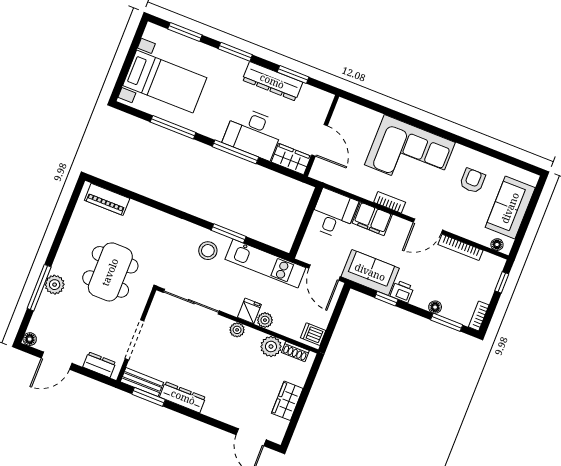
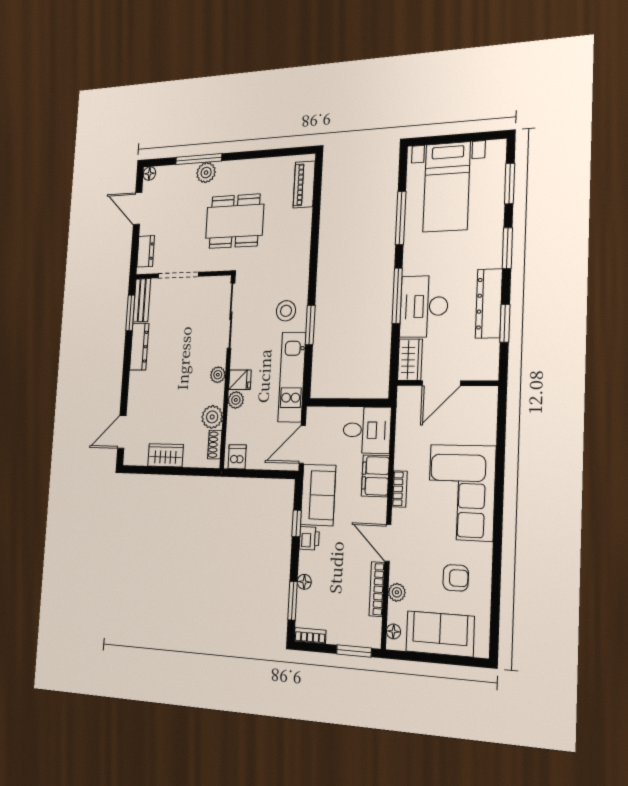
plant: (468, 232) -> (397, 592), added
window: (502, 282) -> (354, 651), width x1.50

